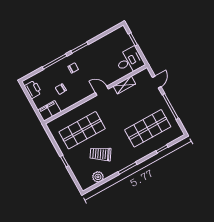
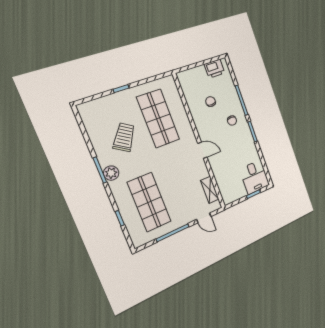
desk: (130, 61) -> (255, 177), moved
shelving: (124, 85) -> (210, 190), moved
door: (102, 91) -> (202, 150), hinge flipped
filing cabinet: (49, 111) -> (187, 83), removed
plant: (98, 177) -> (111, 173), moved

